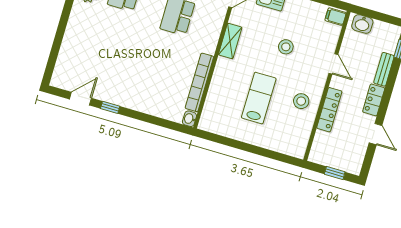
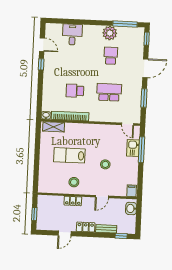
shelving: (230, 41) -> (54, 127), moved
desk: (76, 49) -> (72, 35), added
school desk: (163, 66) -> (75, 91), added
lab bench: (259, 98) -> (69, 155), turned 180
locker: (329, 110) -> (73, 201), width x0.66

